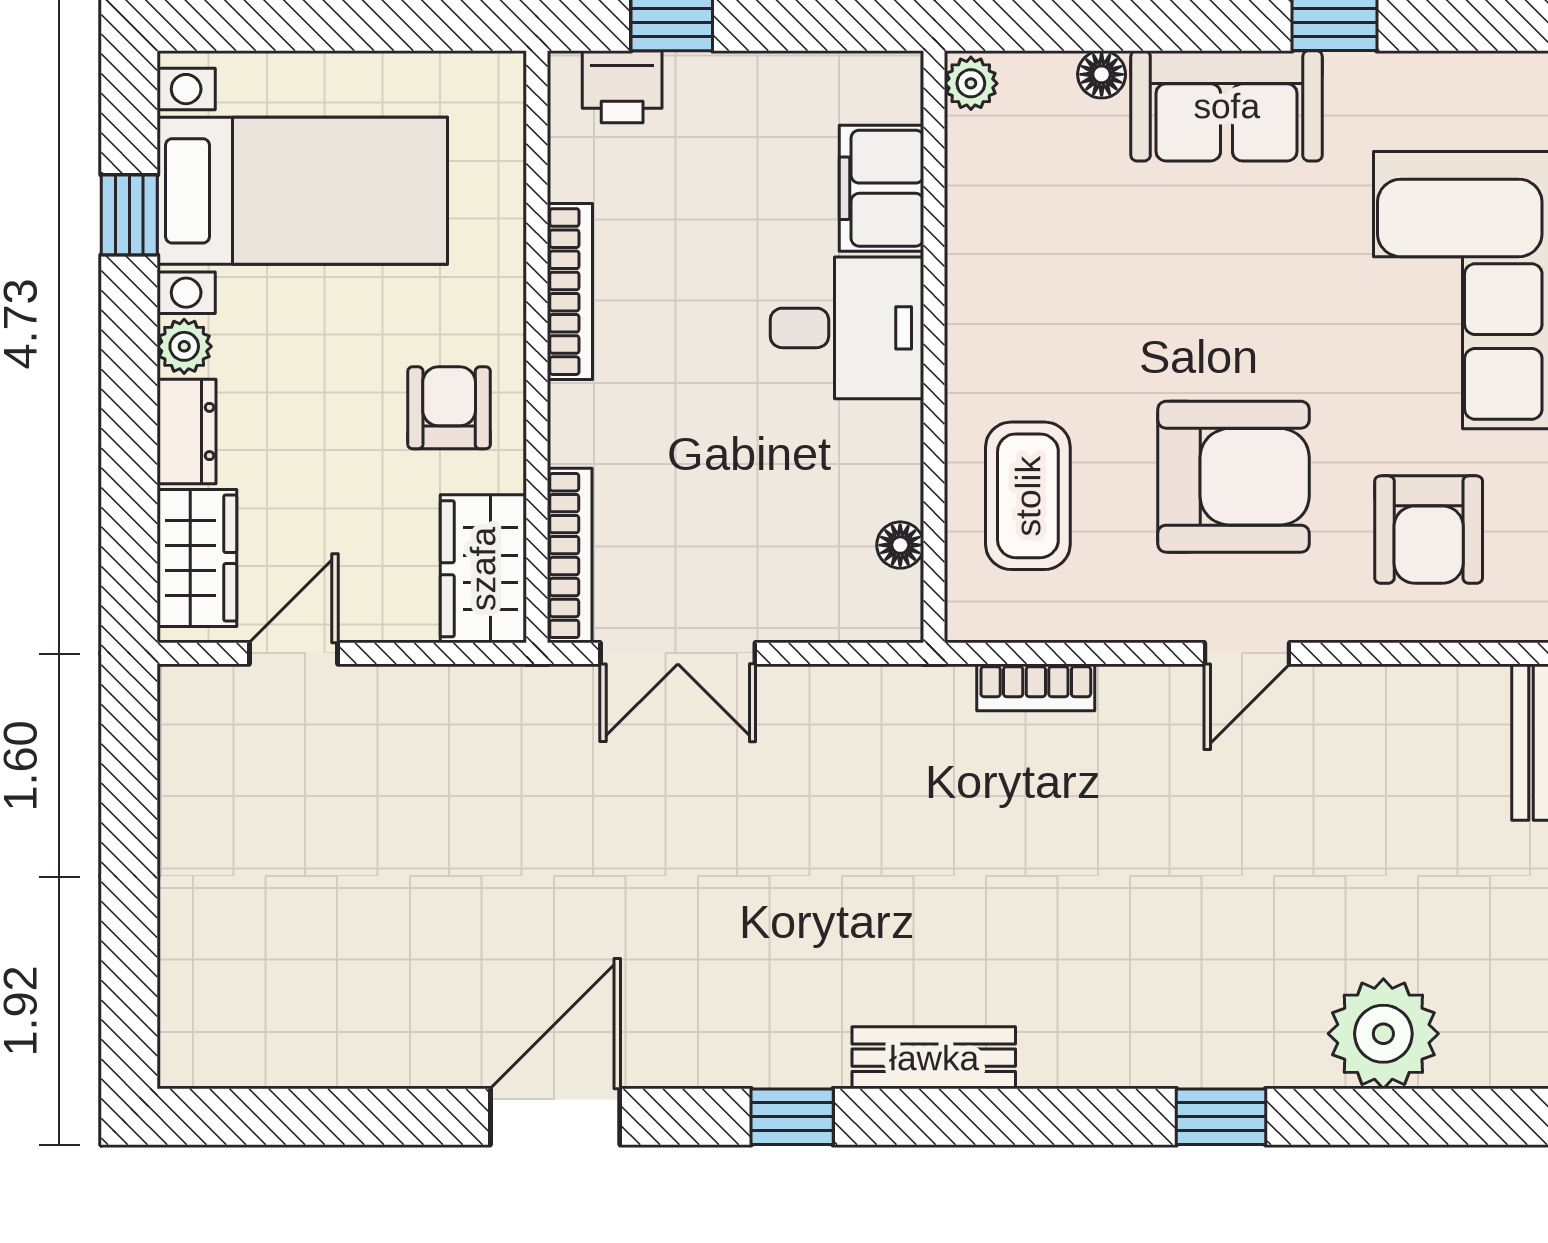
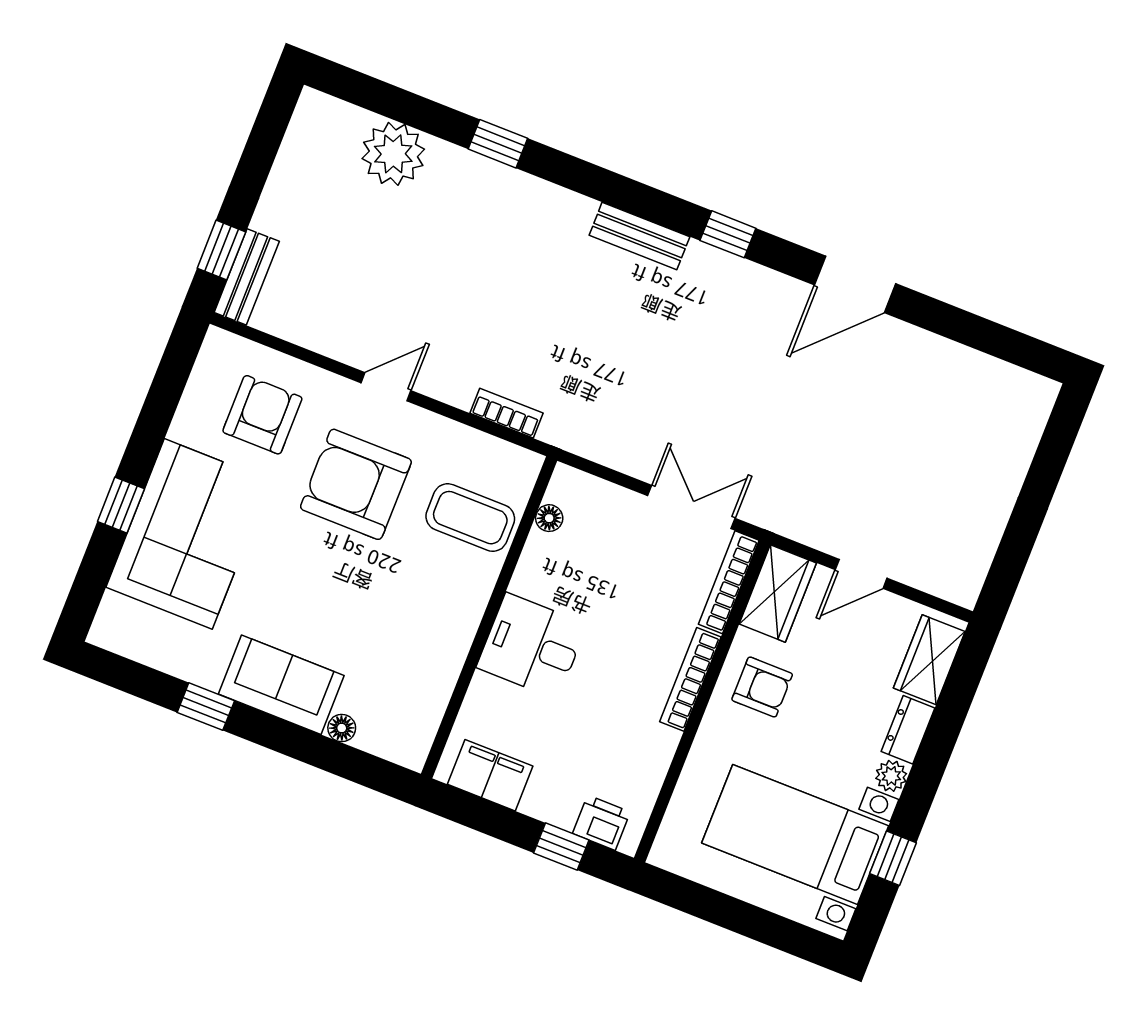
plant: (971, 83) -> (414, 751), removed
filing cabinet: (881, 188) -> (490, 775), moved, turned -90
bookcase: (570, 292) -> (690, 679), moved
armchair: (449, 408) -> (762, 687), turned -90
coffee table: (1028, 496) -> (470, 518), turned 90
door: (294, 653) -> (861, 574), moved

